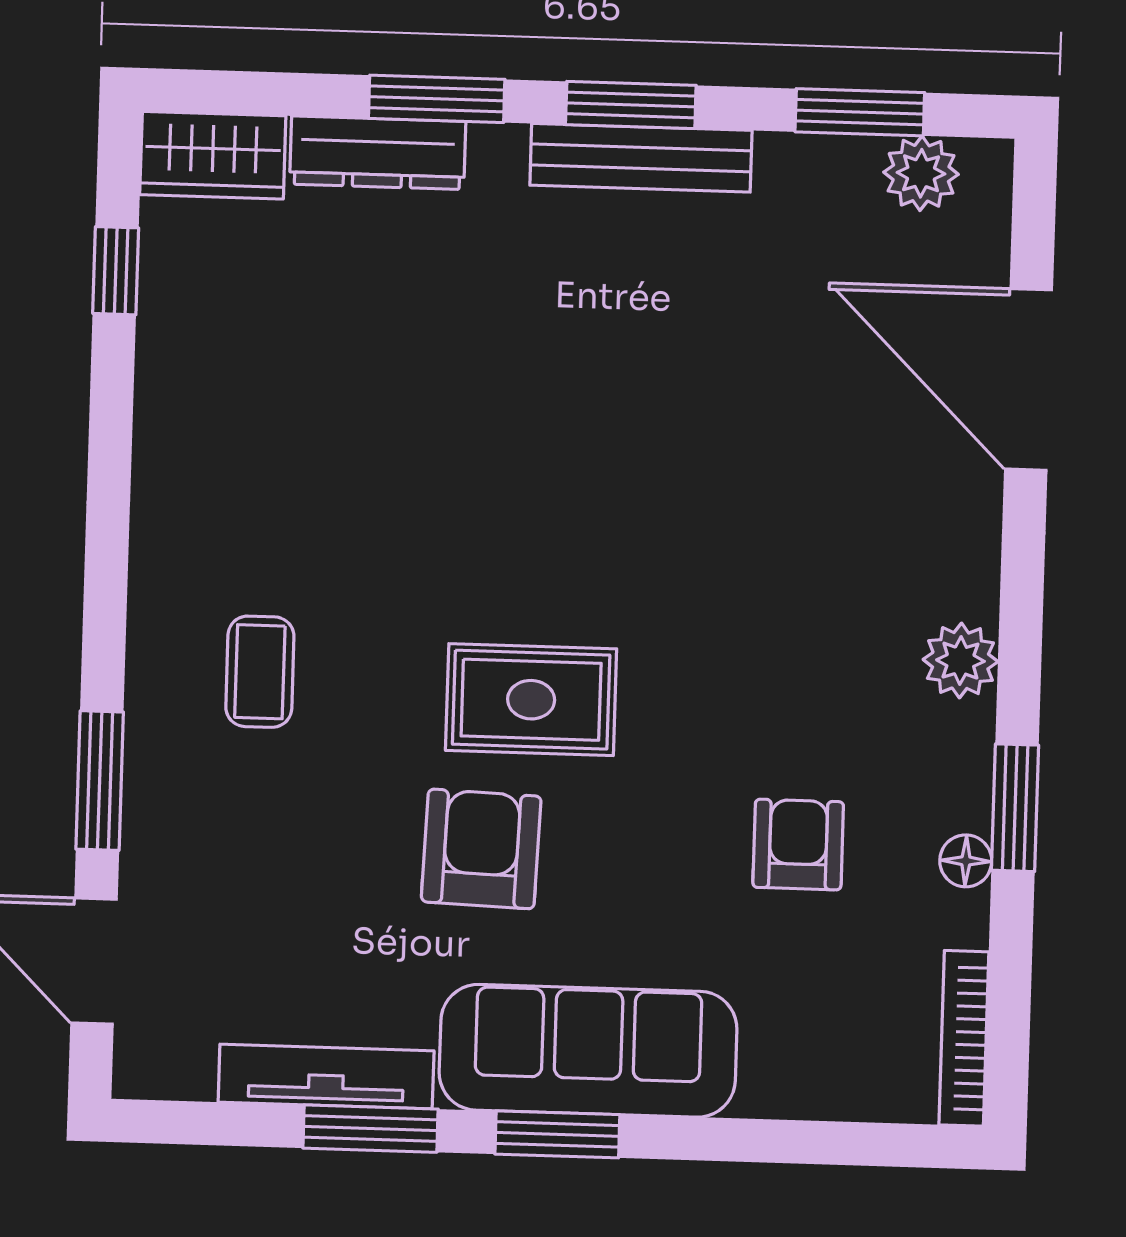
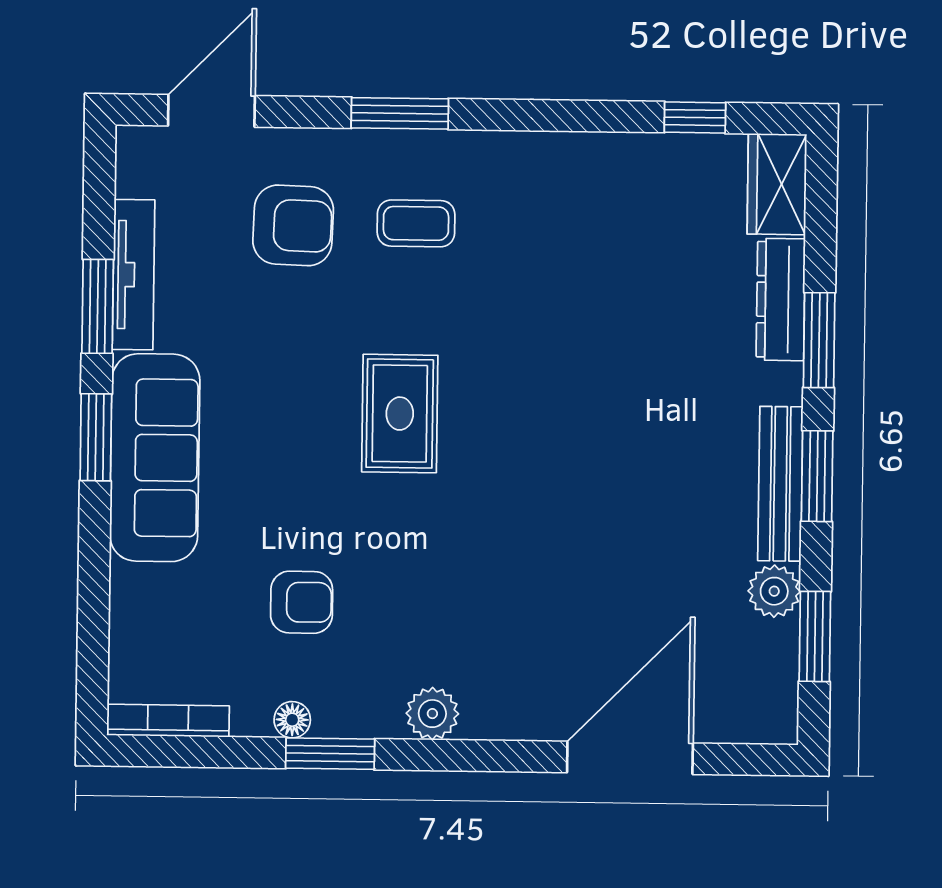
plant: (921, 173) -> (774, 591), moved
window: (100, 781) -> (400, 113), moved
armchair: (481, 849) -> (293, 225), moved

